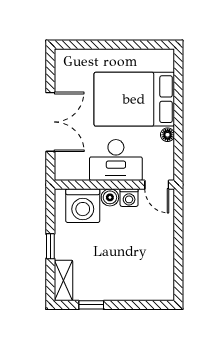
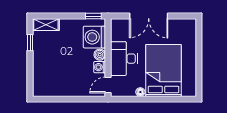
window: (50, 246) -> (93, 16), moved

